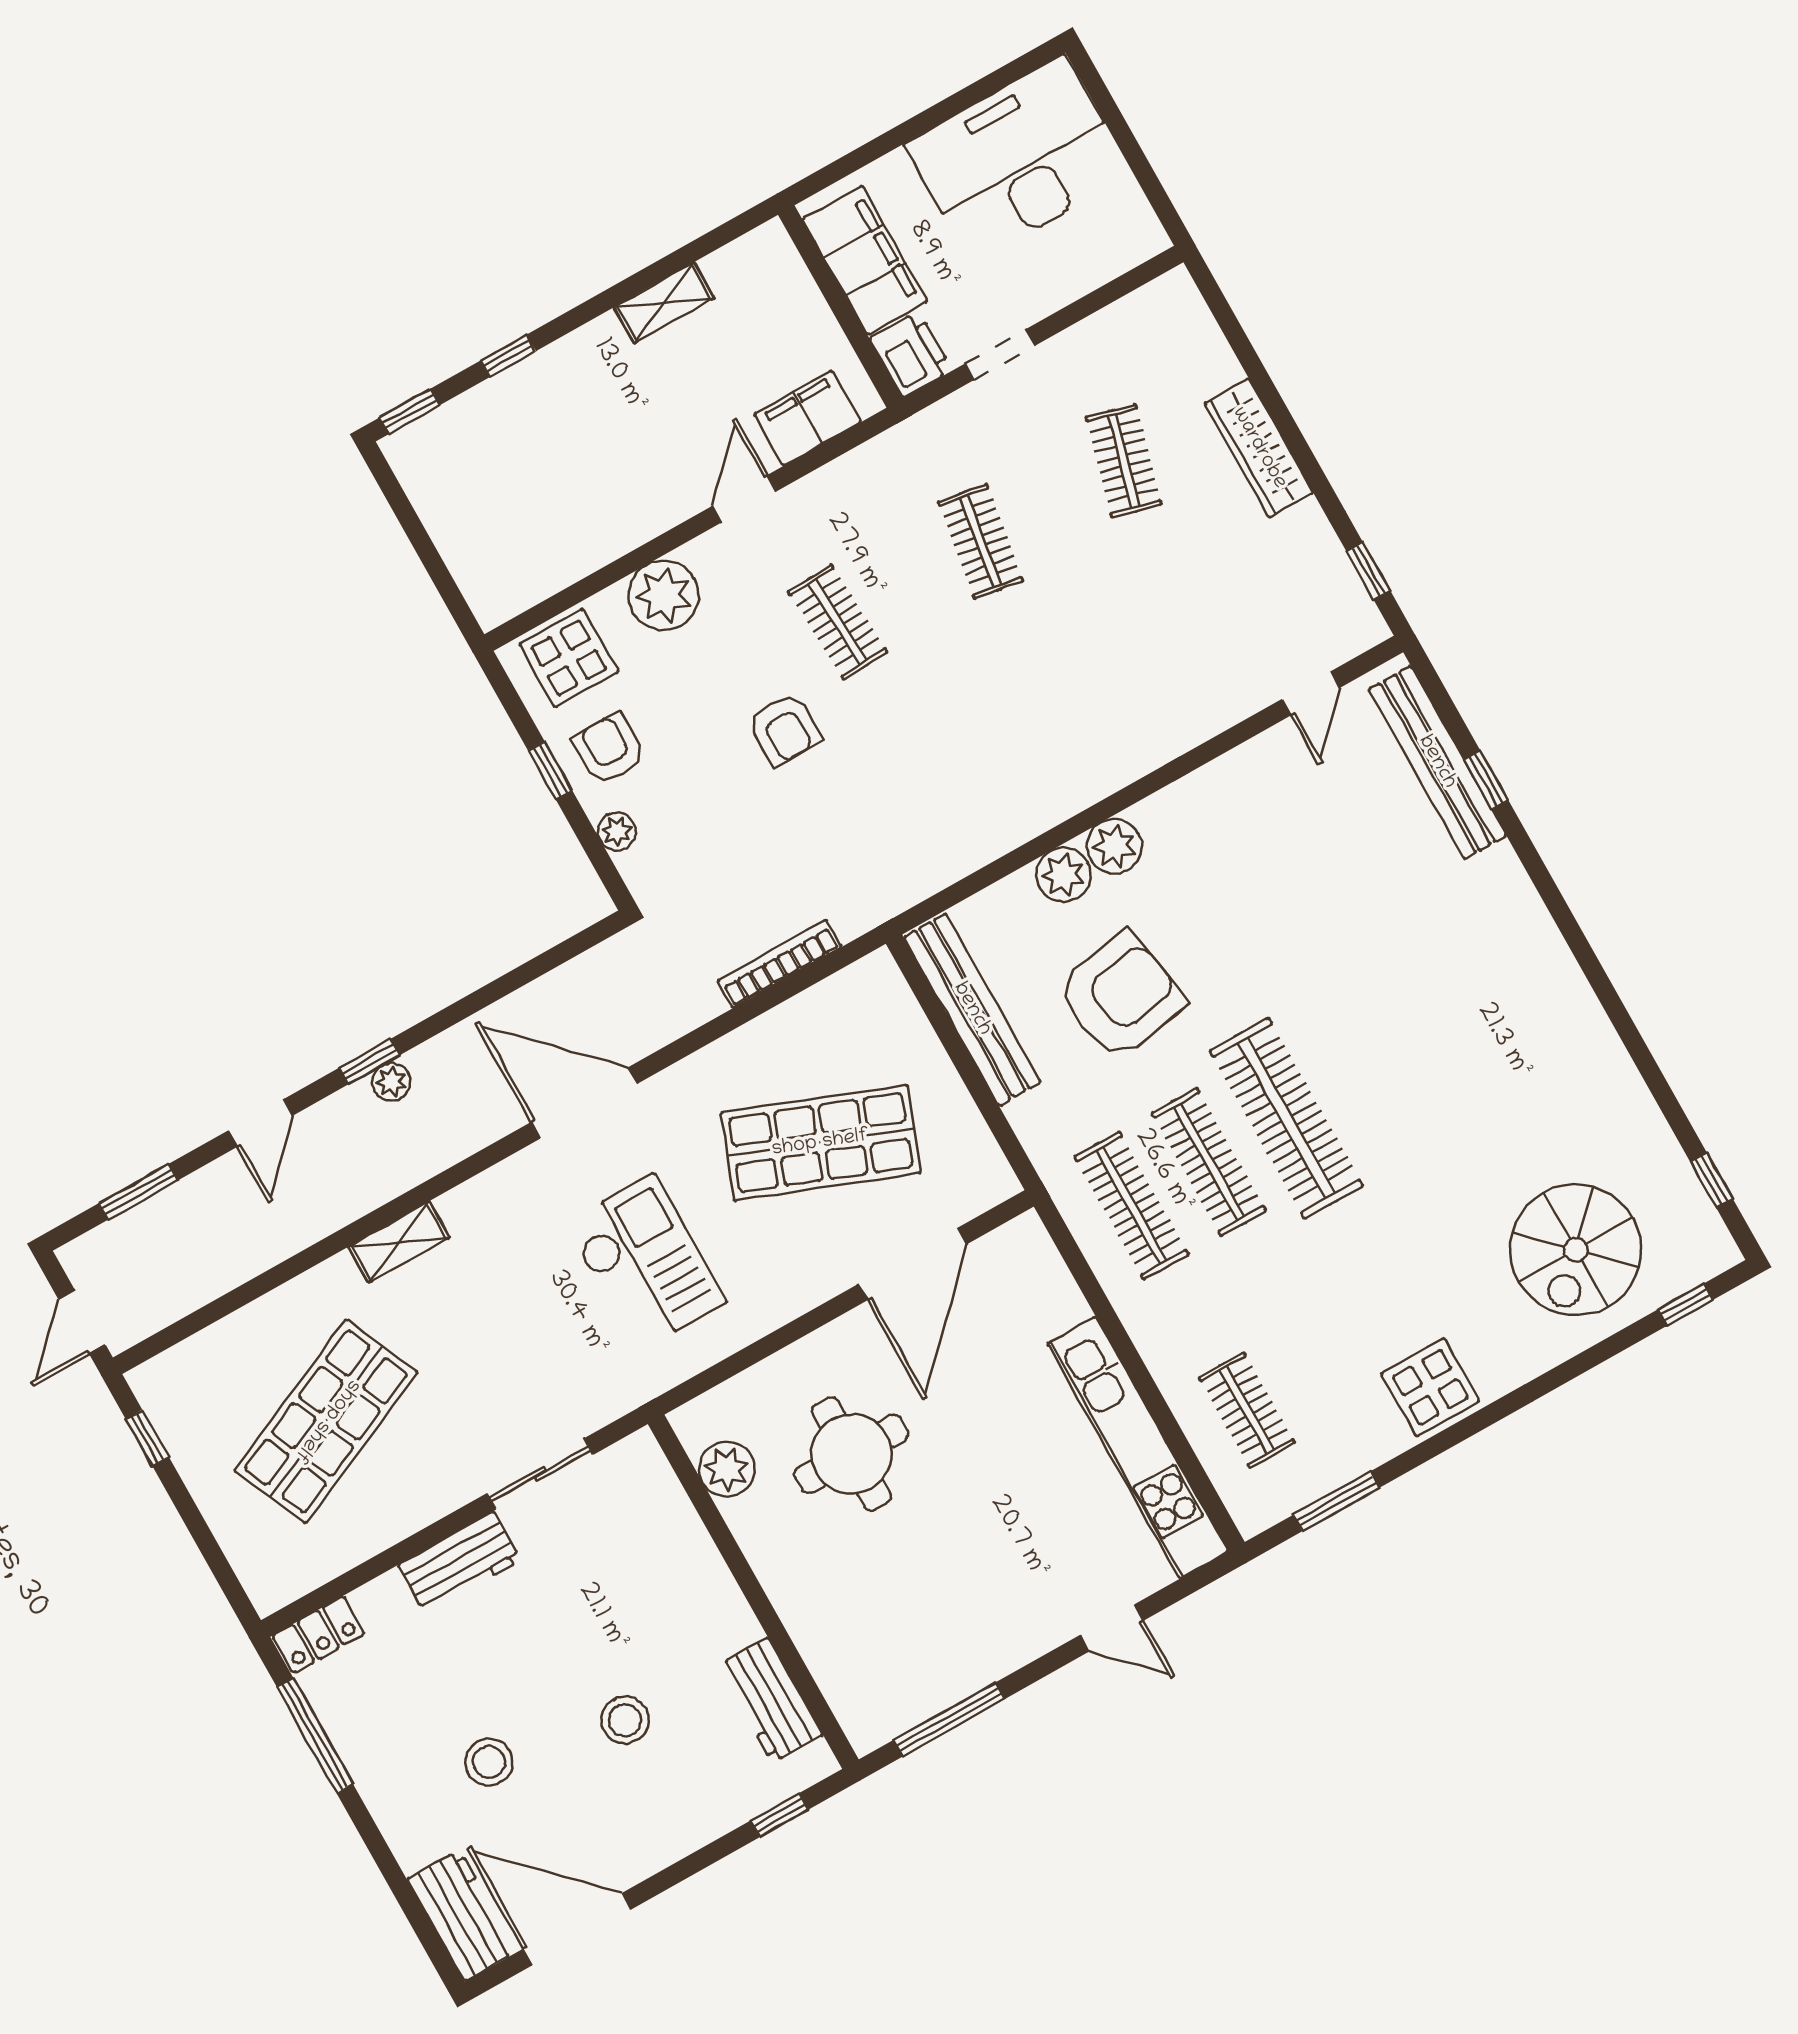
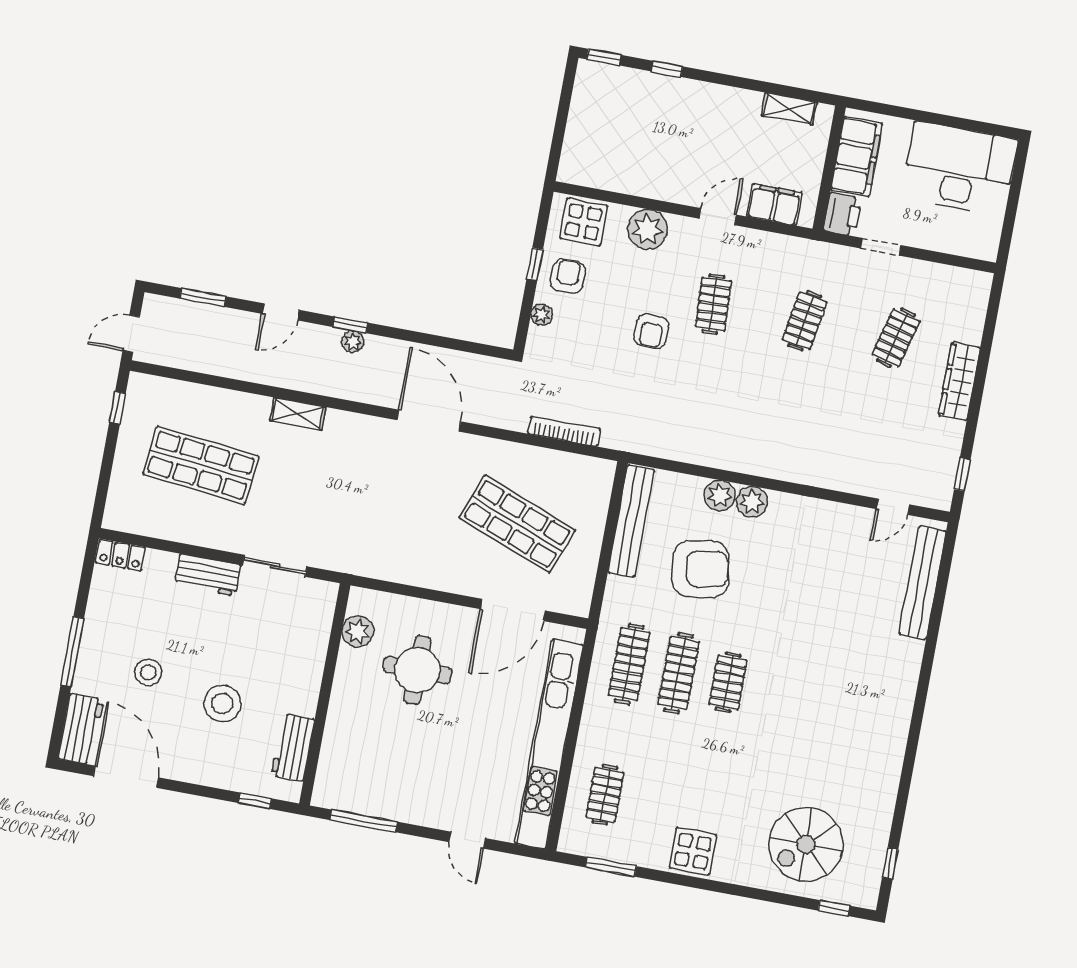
shelving: (664, 303) -> (789, 109), moved
window: (1486, 780) -> (937, 608), removed
clothes rail: (1286, 1118) -> (728, 682), width x0.54, depth x0.76
checkout: (645, 1263) -> (397, 512), removed
shop shelf: (326, 1421) -> (201, 465), turned 30
kitchen unit: (1138, 1448) -> (549, 744), width x1.36
stool: (625, 1720) -> (222, 703), width x1.38, depth x1.38
window: (315, 1736) -> (72, 652), moved

